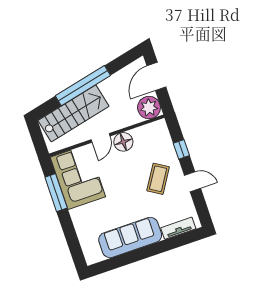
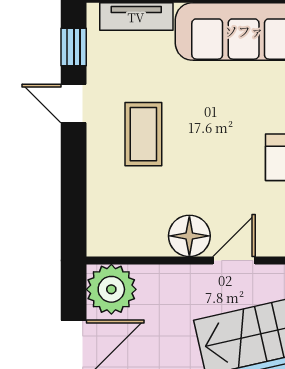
window: (181, 149) -> (74, 47), moved
coffee table: (158, 179) -> (143, 134), turned -32

